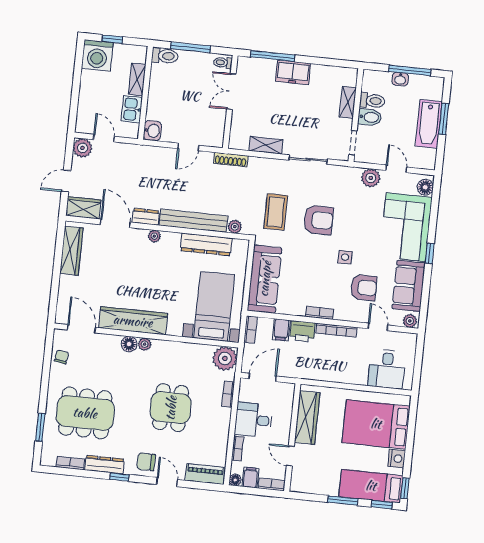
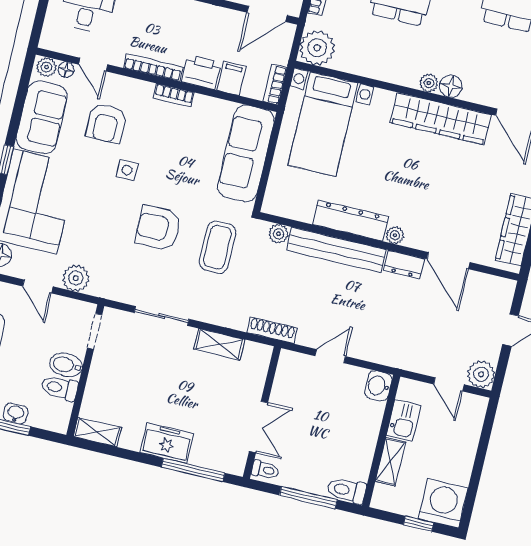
shelving: (348, 102) -> (97, 432), moved, turned 90
wardrobe: (83, 208) -> (491, 289), removed
dresser: (206, 244) -> (350, 220), moved
armchair: (364, 288) -> (106, 123), turned -90
floor lamp: (396, 321) -> (66, 70), added

